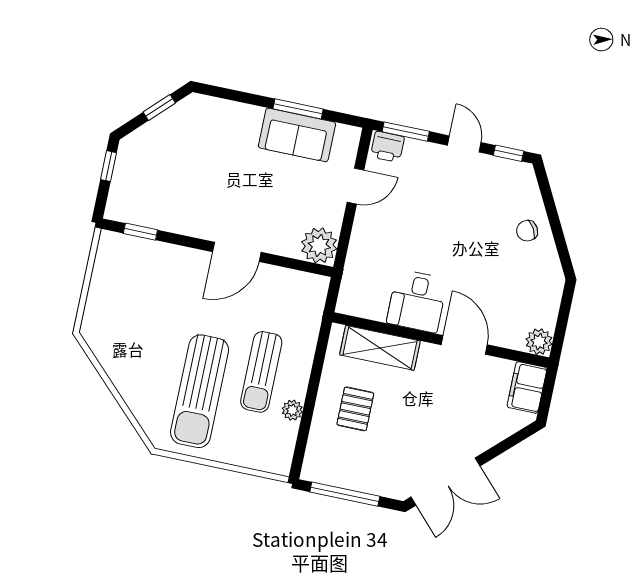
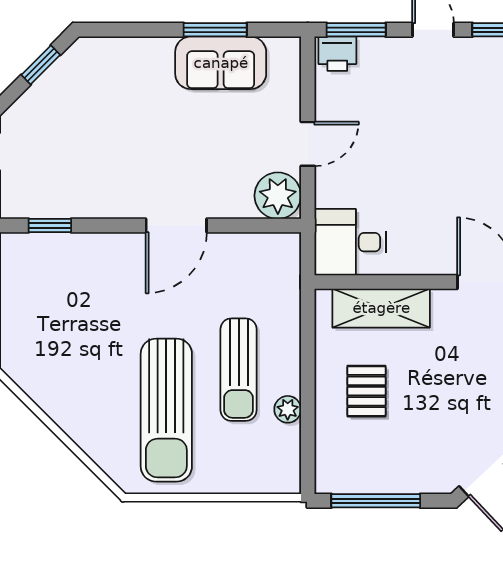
door: (355, 186) -> (308, 144), moved
desk: (417, 301) -> (350, 242), moved, turned 90

